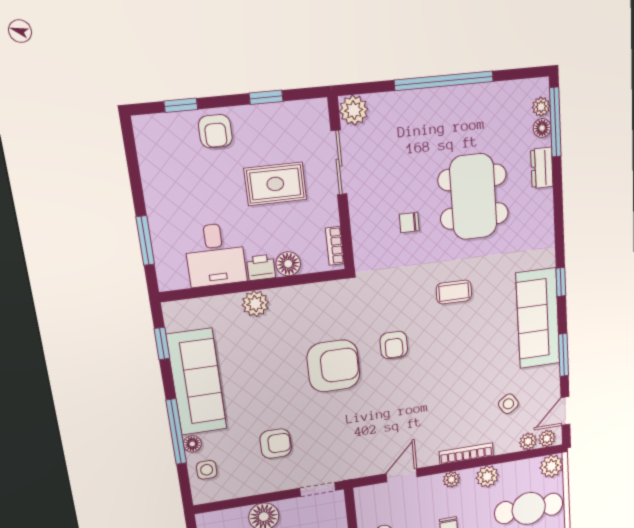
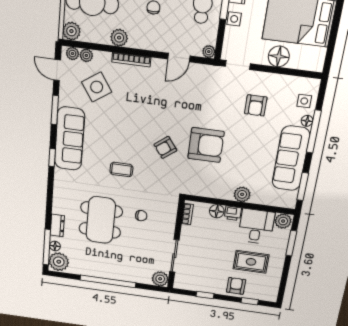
plant: (541, 107) -> (59, 262), width x1.87, depth x1.87
rug: (275, 184) -> (251, 262), moved
plant: (173, 277) -> (283, 221), added
window: (162, 344) -> (303, 187), width x1.50
armchair: (394, 345) -> (165, 147), turned -127
armchair: (333, 366) -> (206, 145), turned 180
side table: (508, 404) -> (97, 87), width x1.87, depth x1.87
door: (565, 411) -> (57, 70), swing flipped
armchair: (276, 444) -> (256, 105), turned -90
plant: (451, 479) -> (209, 52), moved

